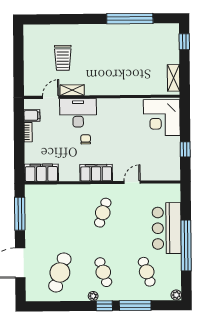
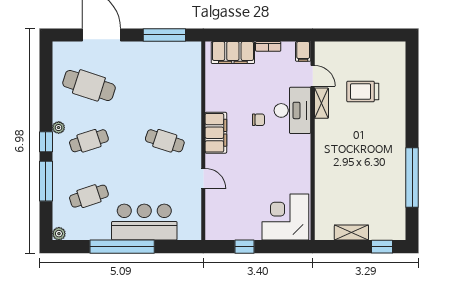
shelving: (174, 78) -> (351, 233), moved
filing cabinet: (32, 115) -> (303, 51), moved
filing cabinet: (41, 173) -> (233, 53), moved, turned 90

